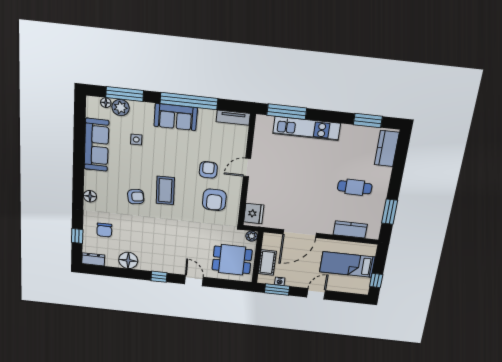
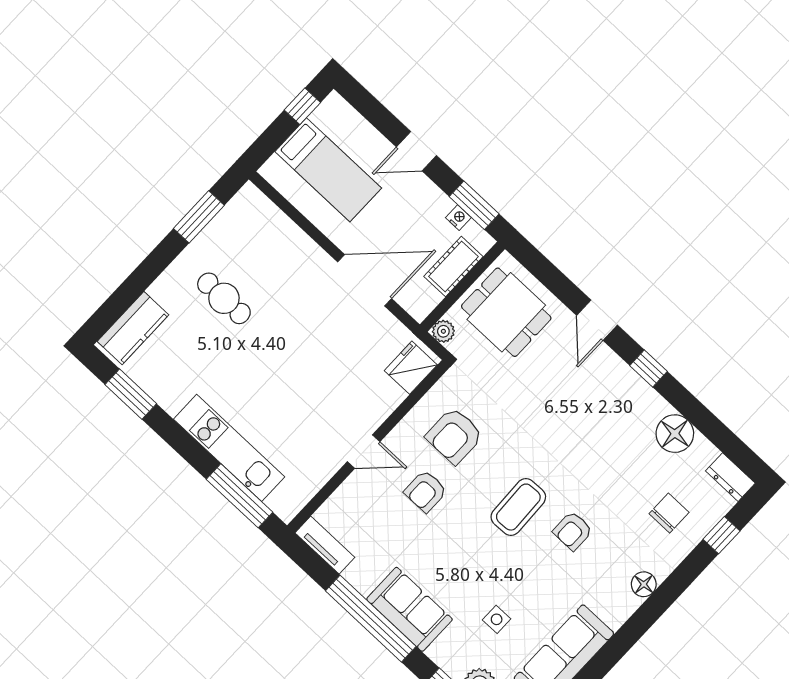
armchair: (136, 197) -> (573, 531), turned -82
armchair: (214, 200) -> (454, 436), turned 180
kitchen counter: (350, 229) -> (281, 230), removed

